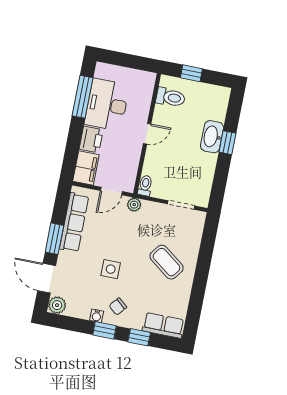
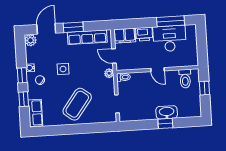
coffee table: (167, 262) -> (77, 104), width x1.36, depth x1.32

